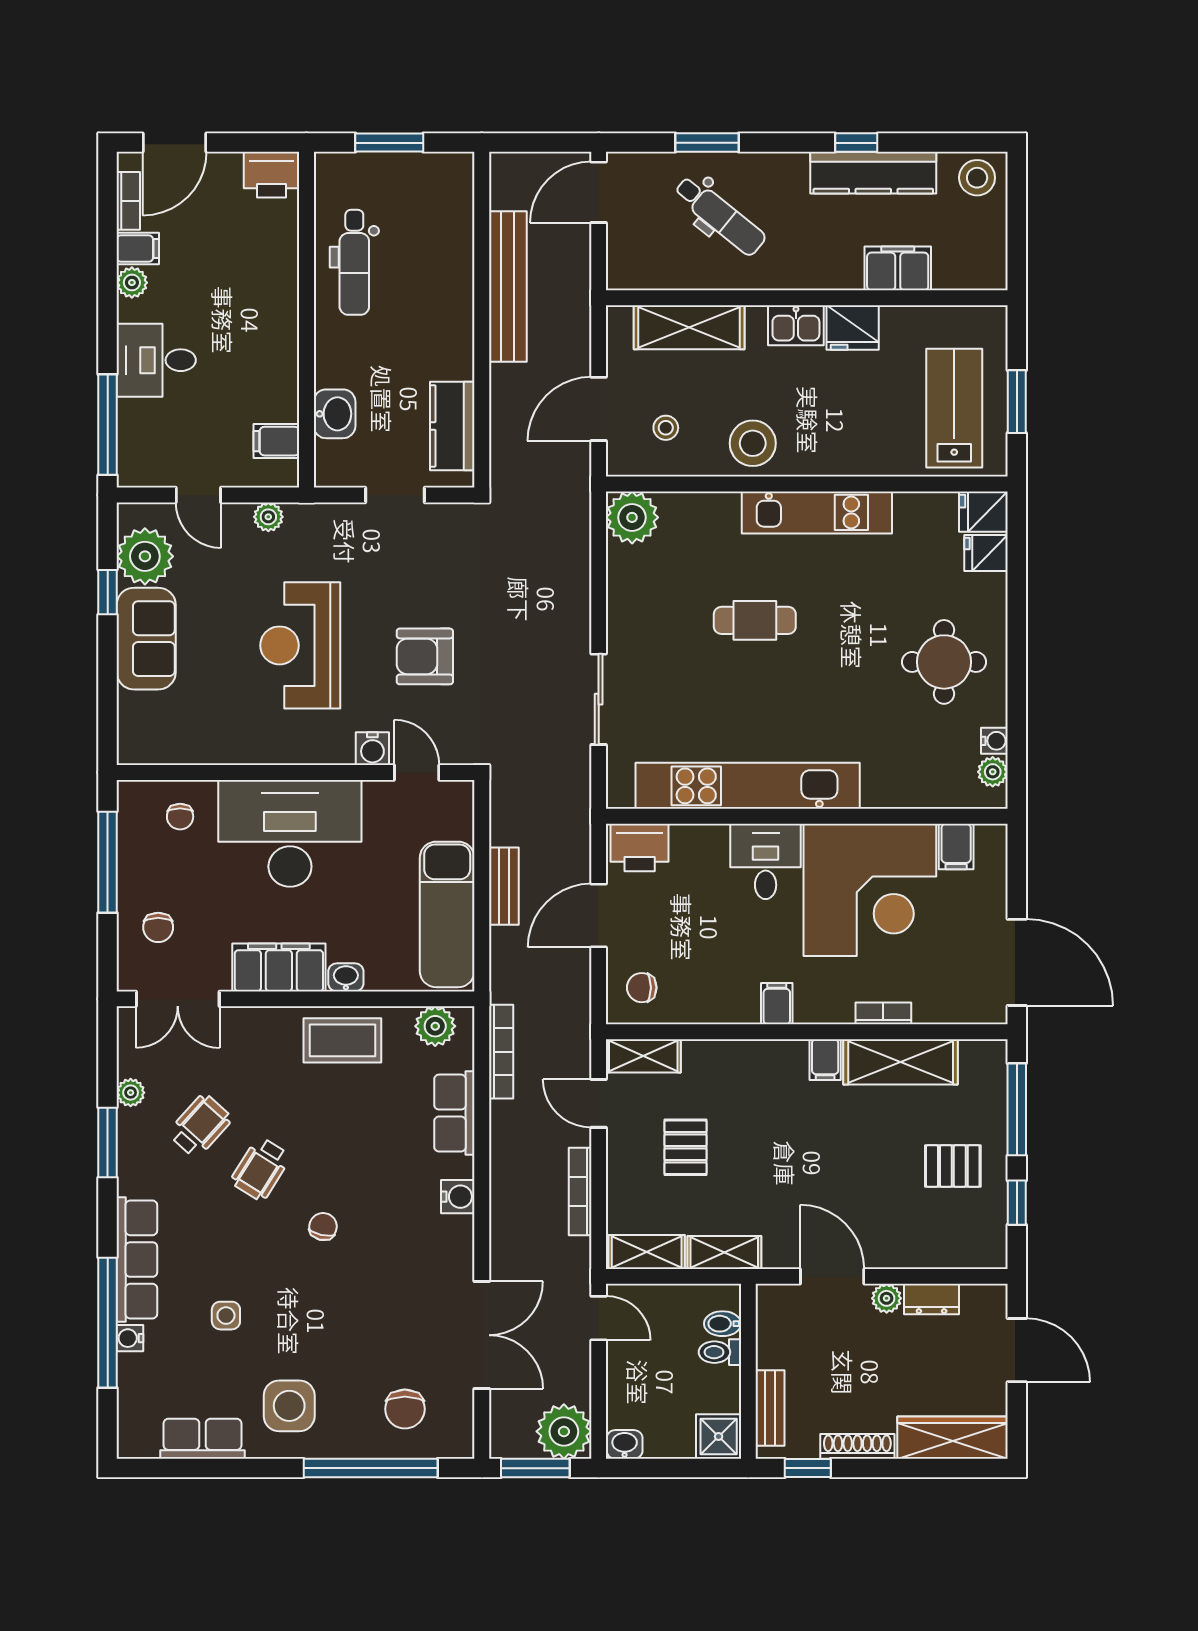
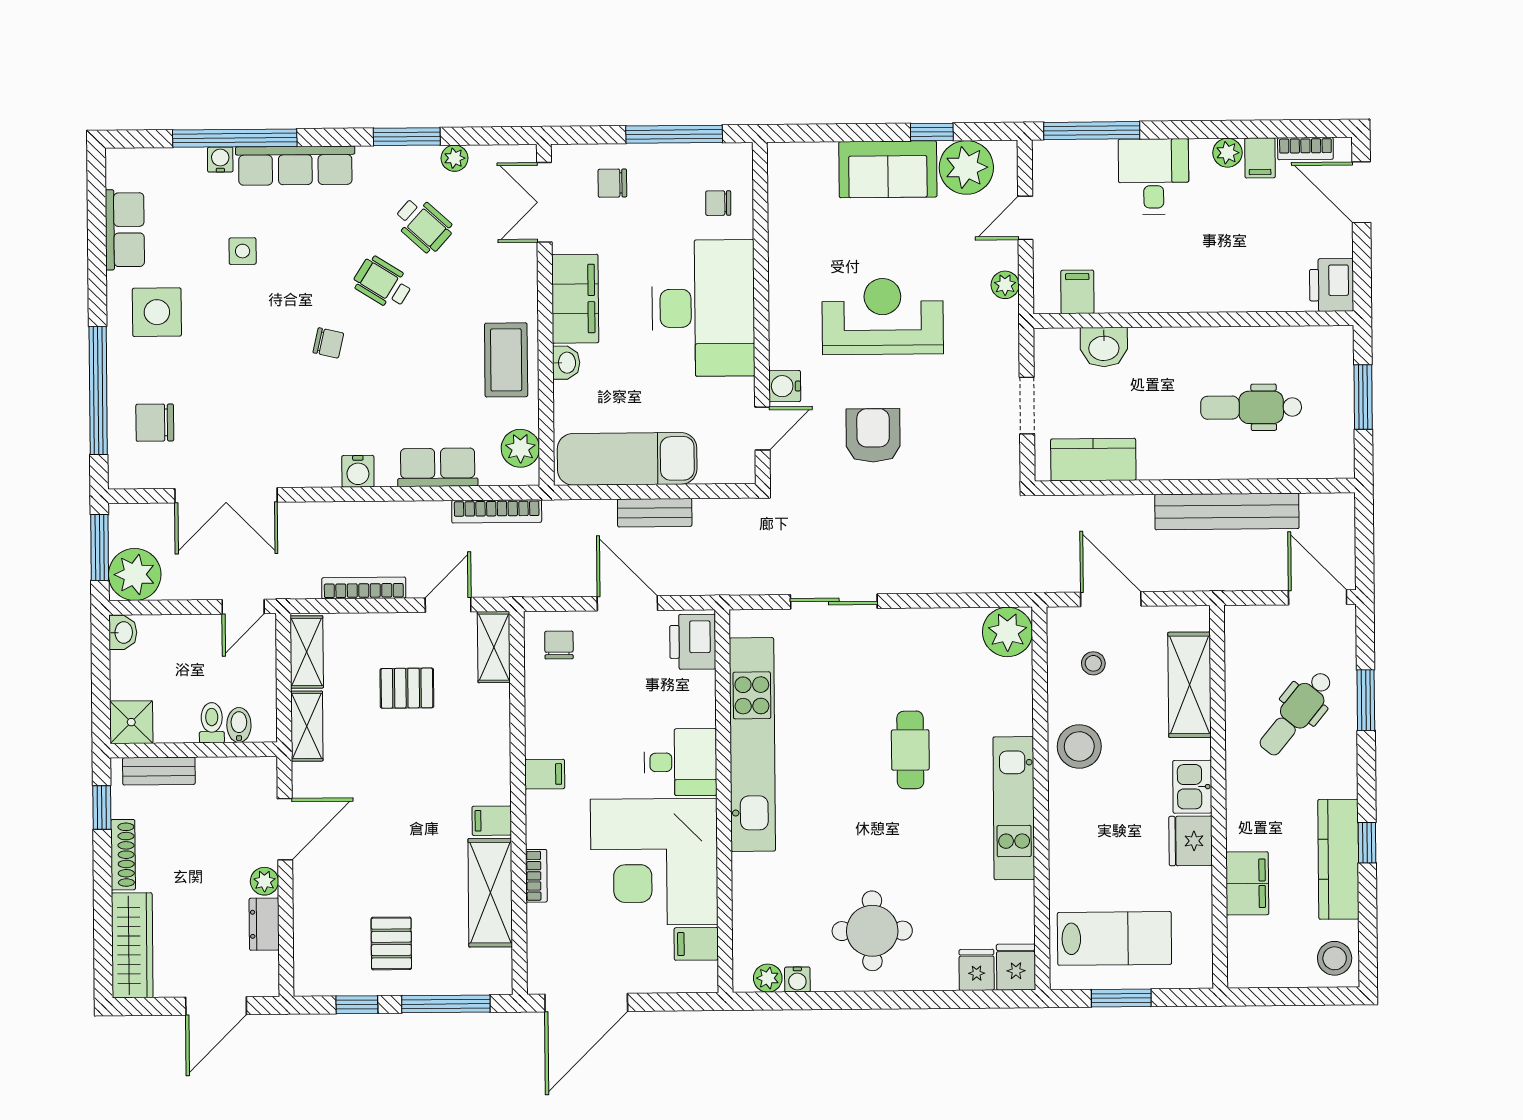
dental chair: (354, 262) -> (1251, 407), moved

